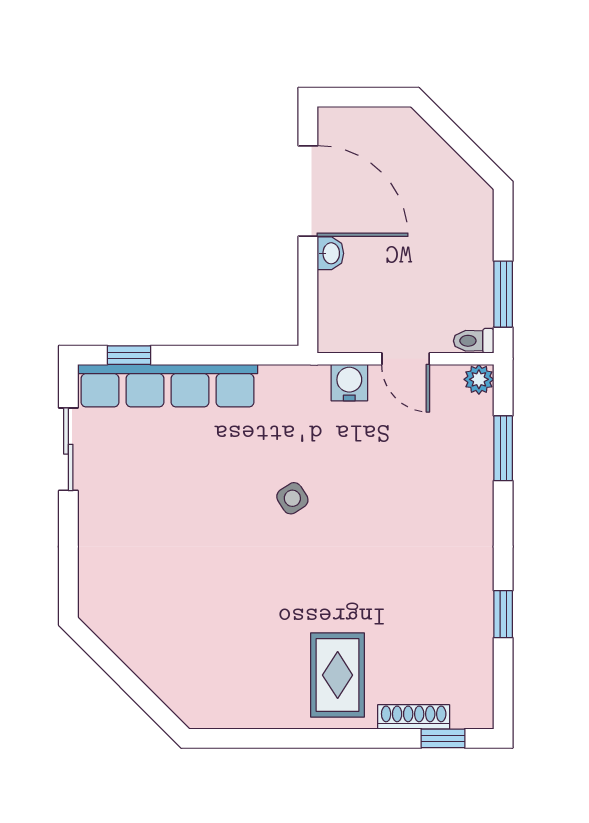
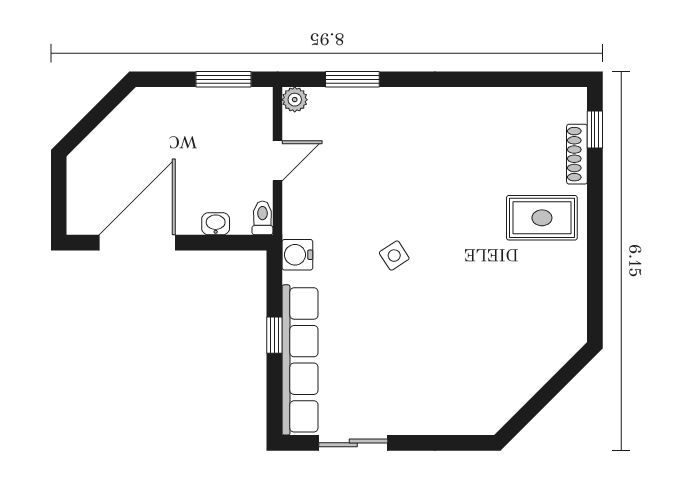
washbasin: (330, 253) -> (216, 224), moved
toilet: (474, 341) -> (262, 218), moved, turned 180
window: (129, 355) -> (274, 335), moved
water cooler: (349, 383) -> (297, 255), moved
window: (503, 614) -> (491, 79), removed

